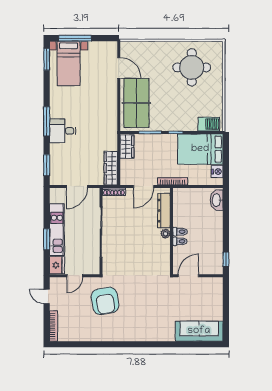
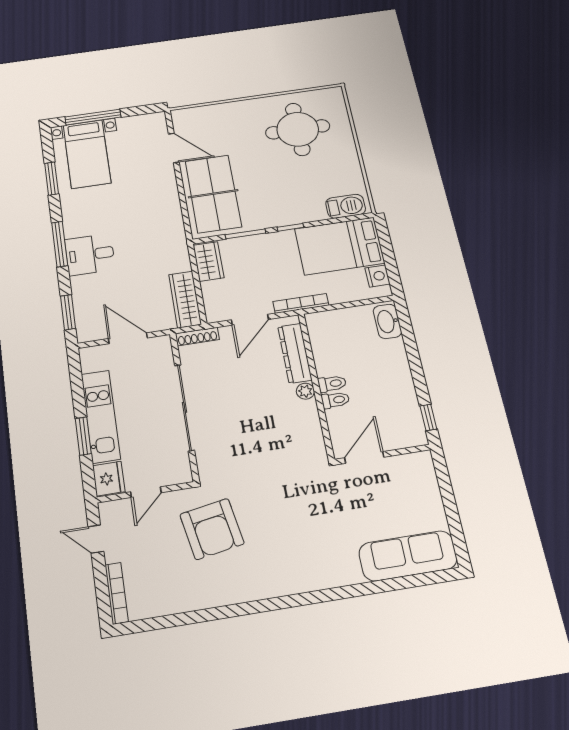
window: (47, 59) -> (52, 179), moved
door: (77, 186) -> (128, 338), swing flipped

